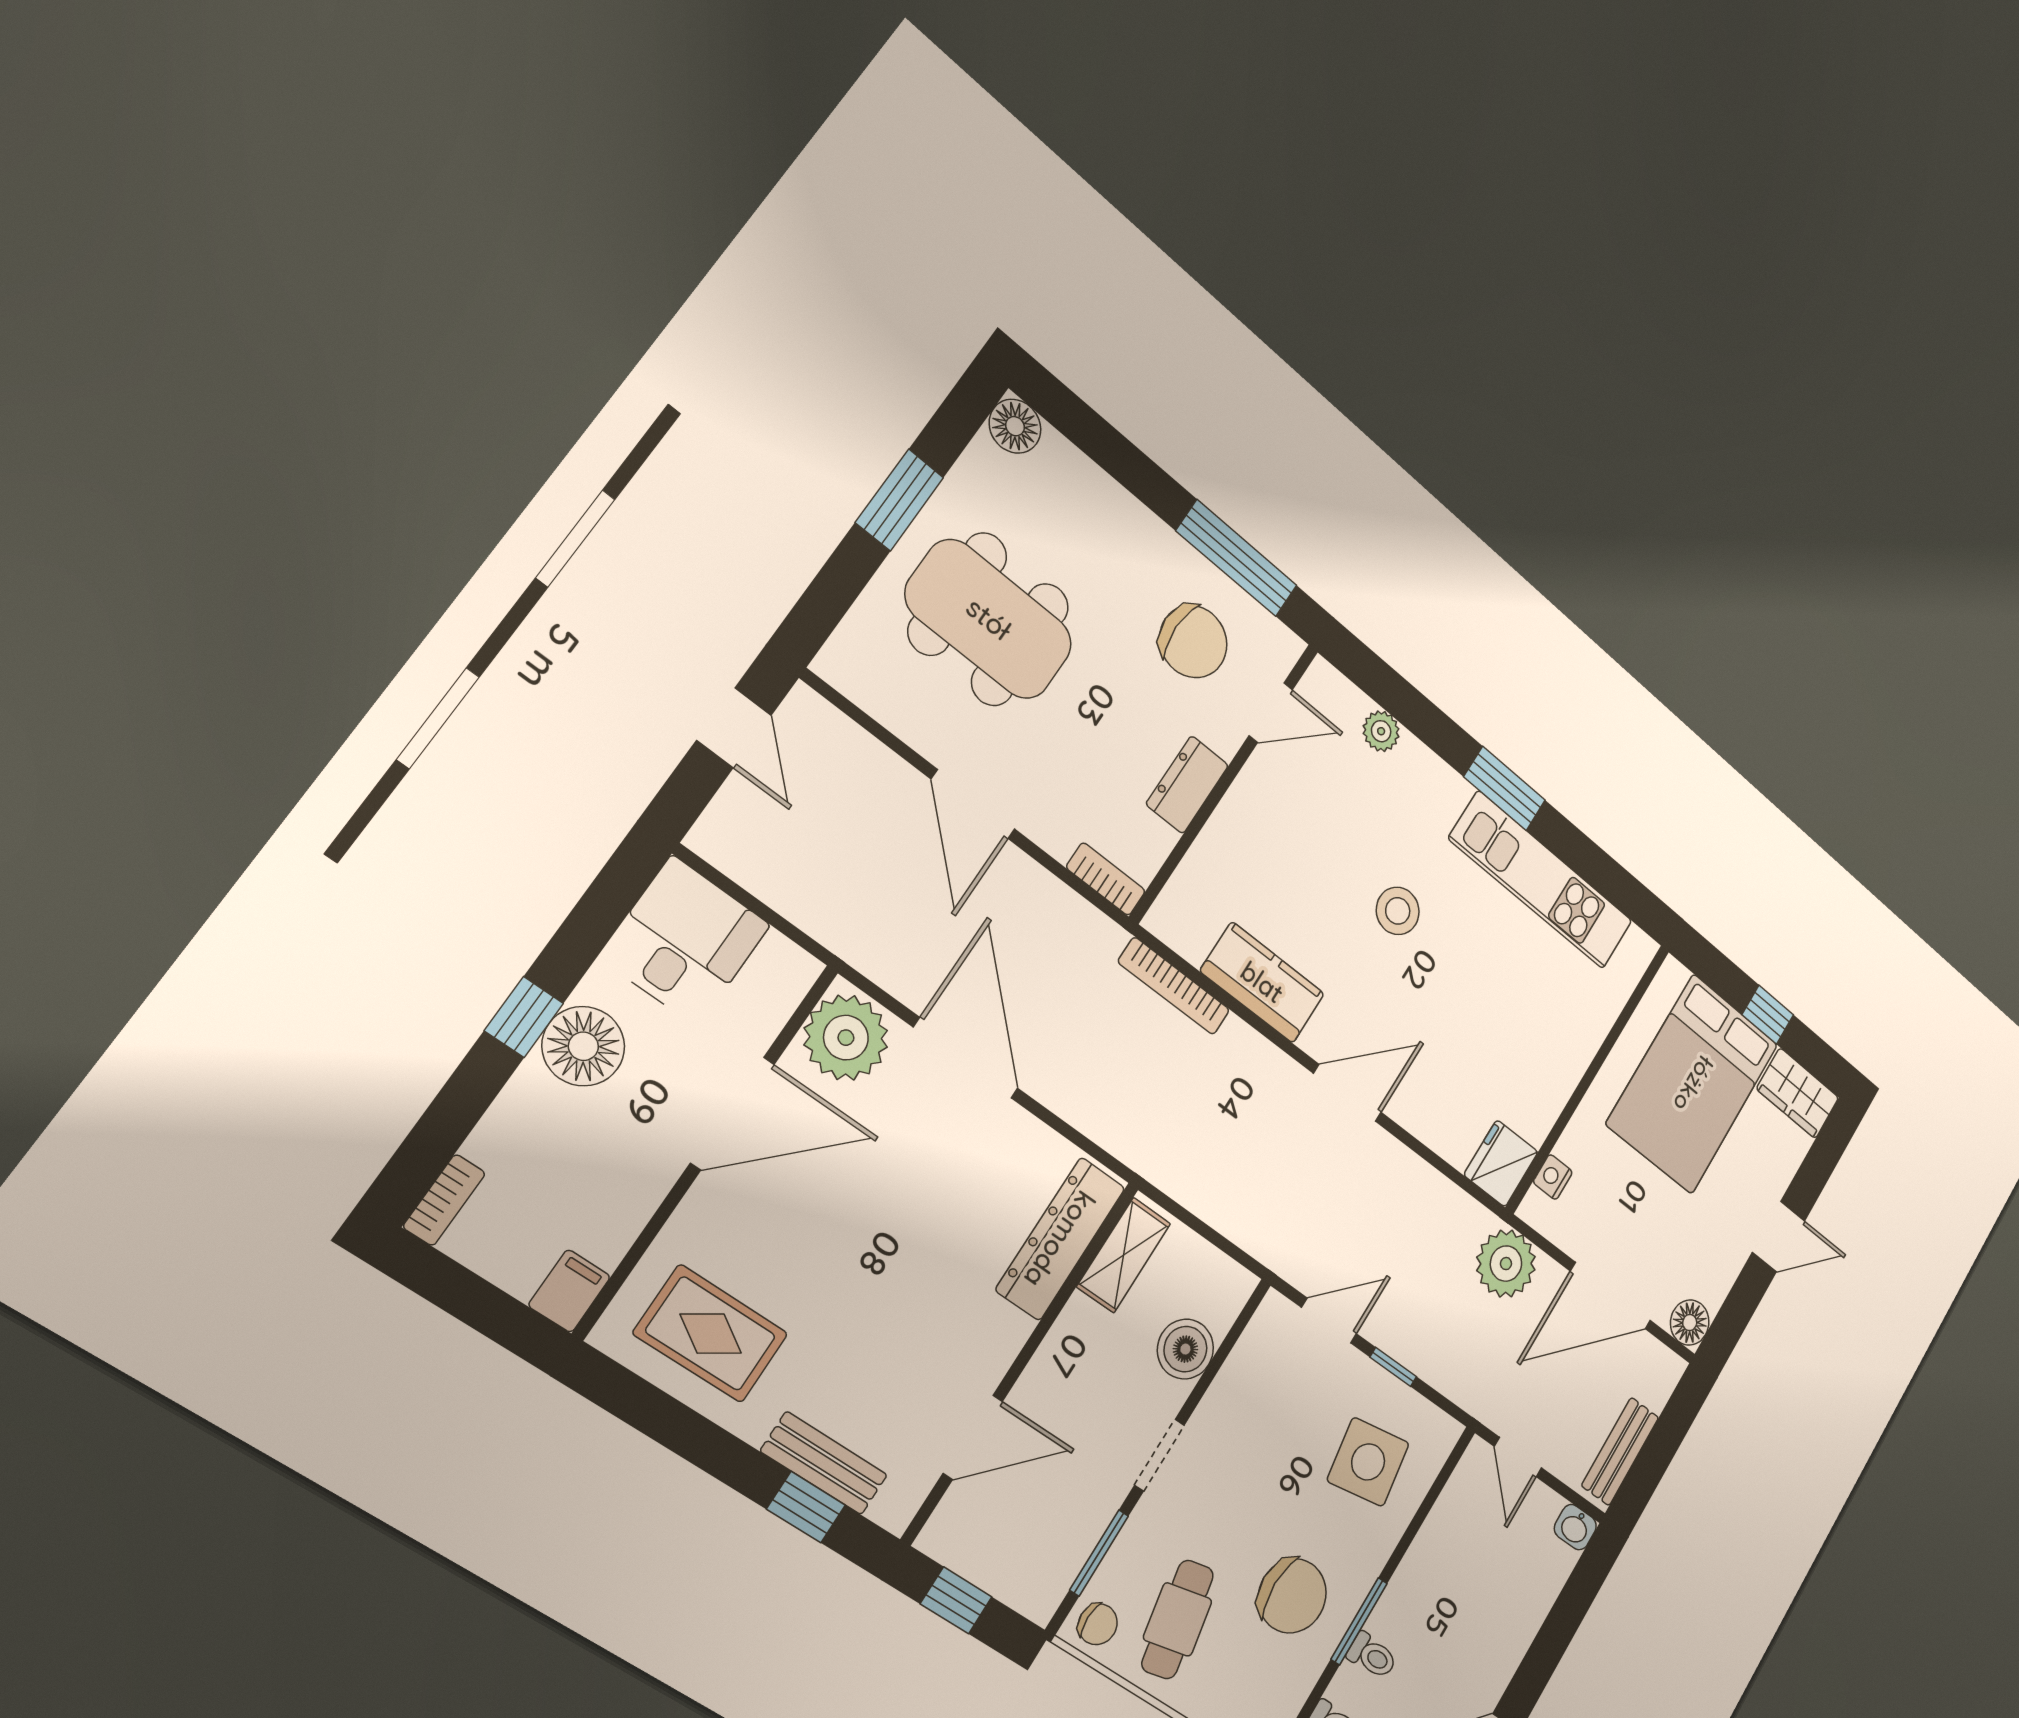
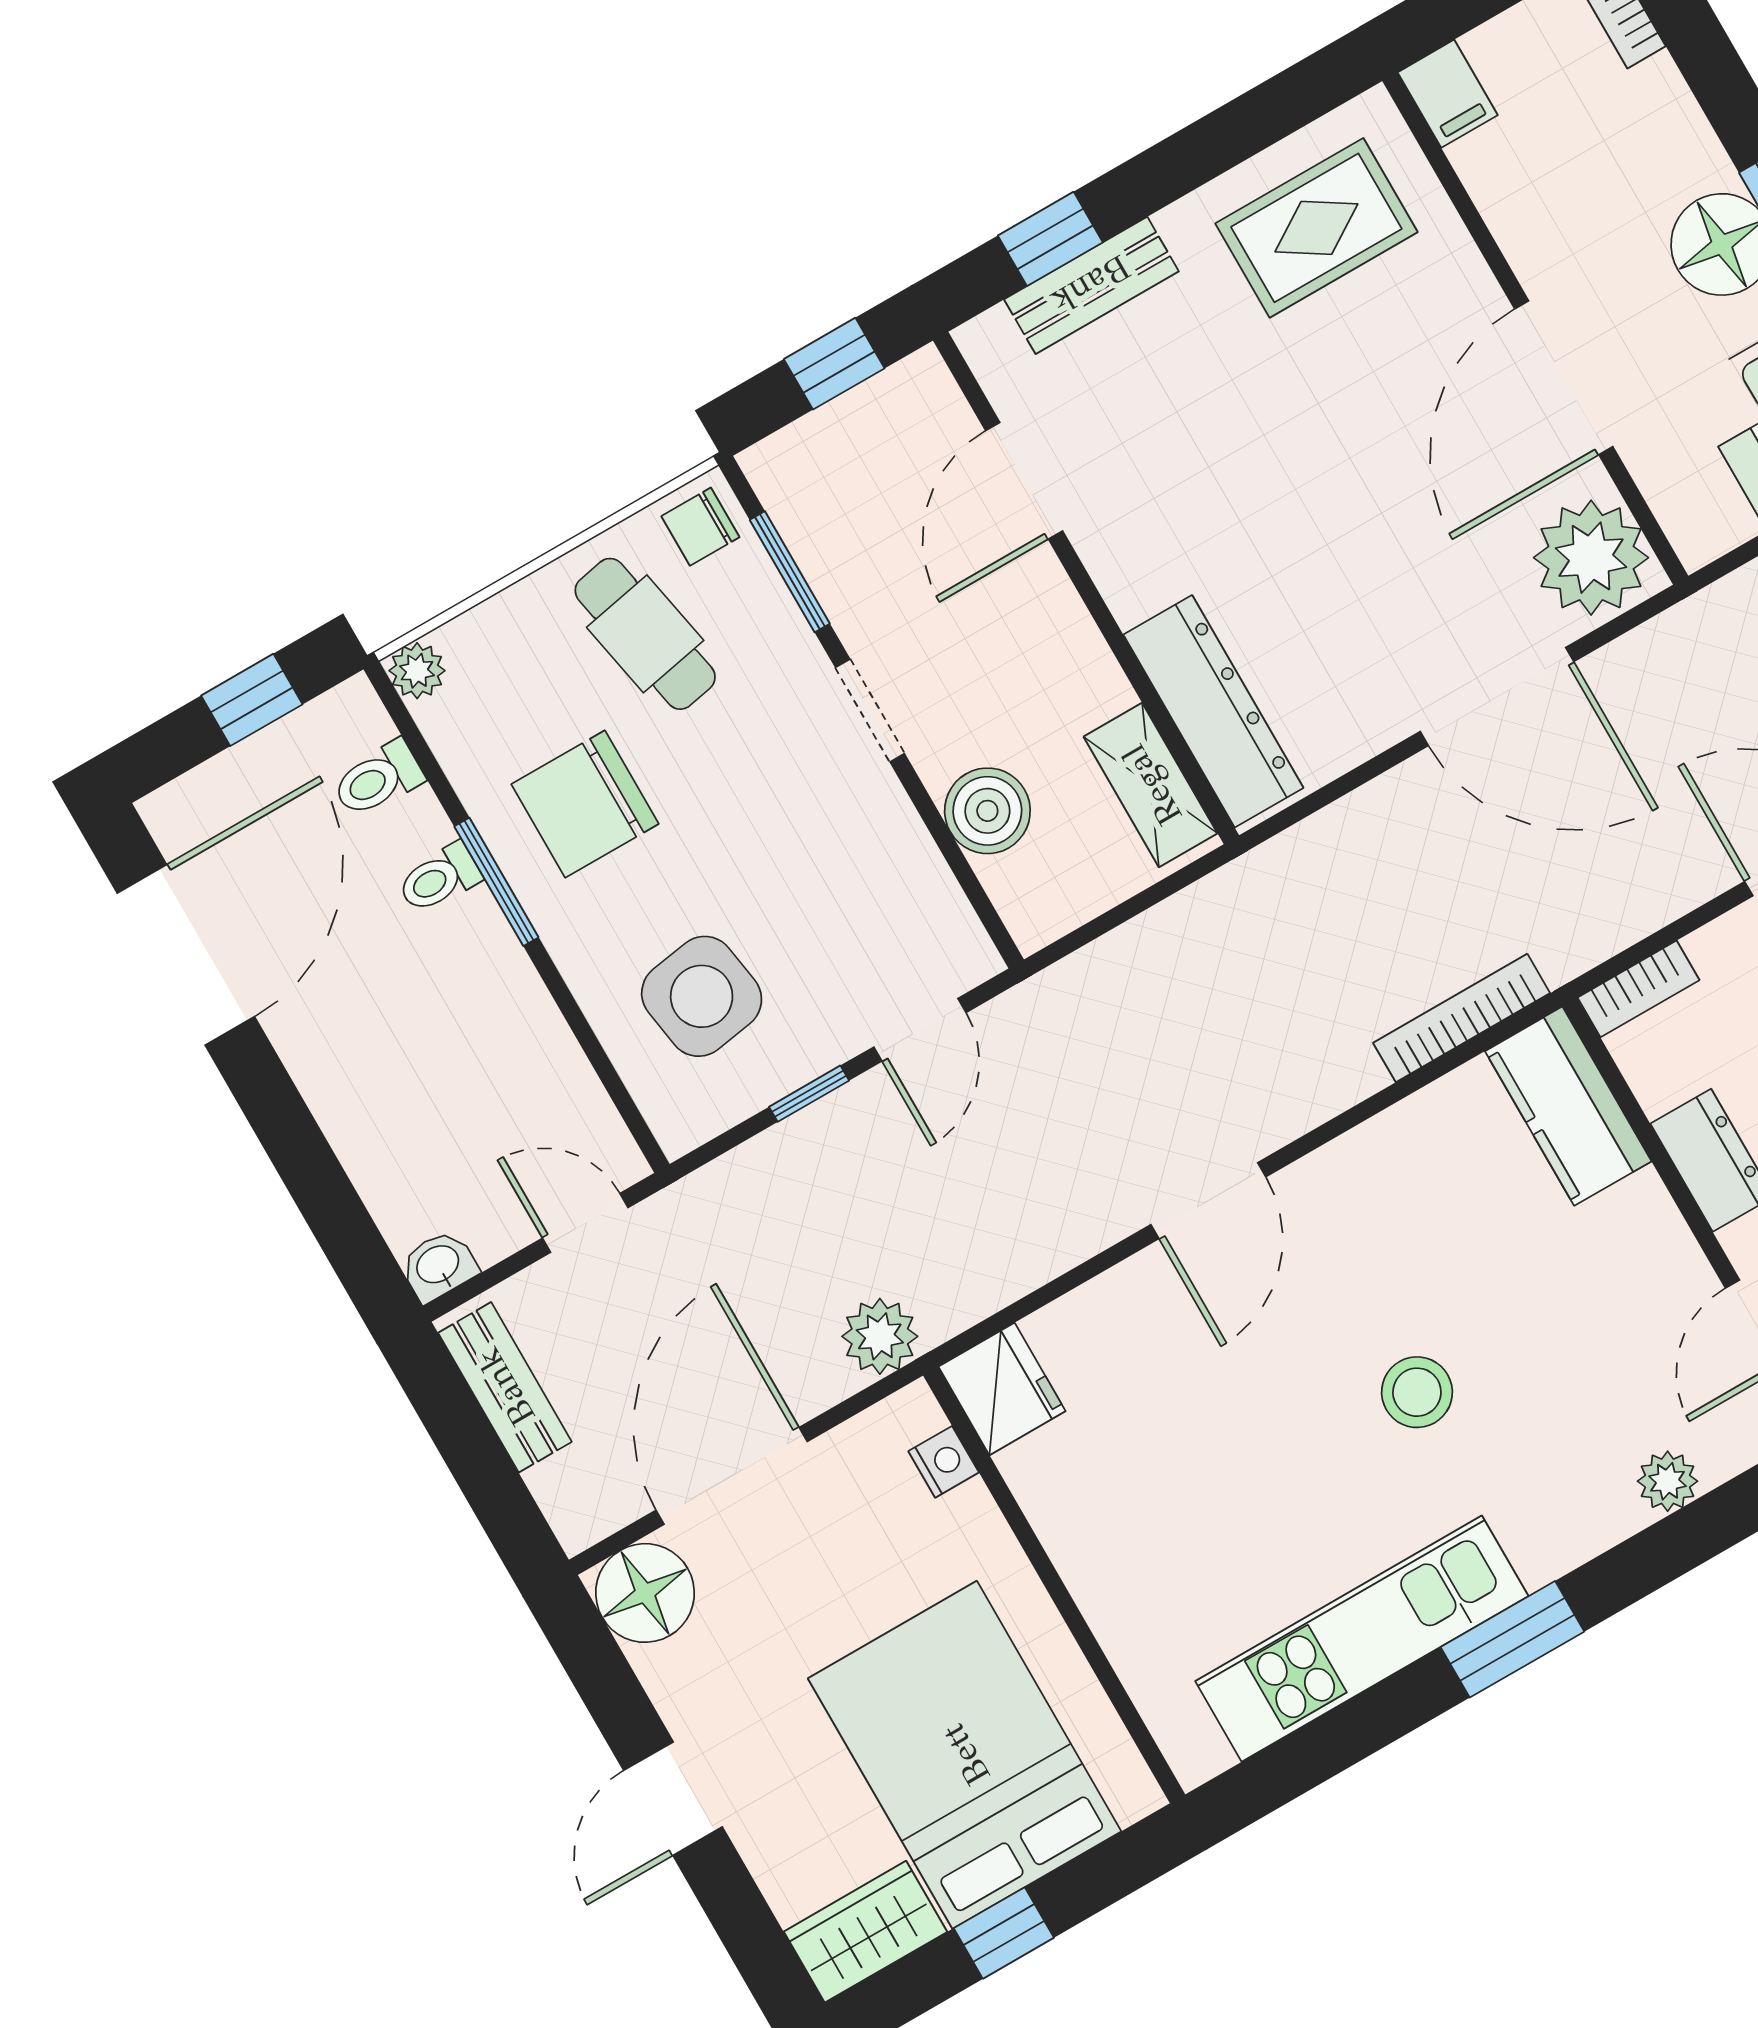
kitchen counter: (1262, 982) -> (1568, 1106), moved, turned 90
plant: (1506, 1264) -> (880, 1336), width x0.73, depth x0.73
floor lamp: (1690, 1323) -> (645, 1593), width x1.38, depth x1.38

